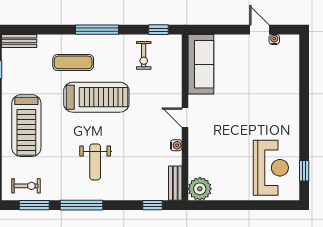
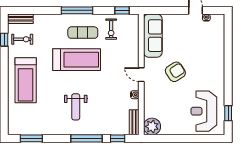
exercise mat: (73, 62) -> (83, 33), moved
armchair: (232, 114) -> (175, 72), added
reception desk: (271, 168) -> (204, 111), turned 180
exercise bike: (26, 186) -> (22, 39), moved
window: (82, 205) -> (86, 138), moved

